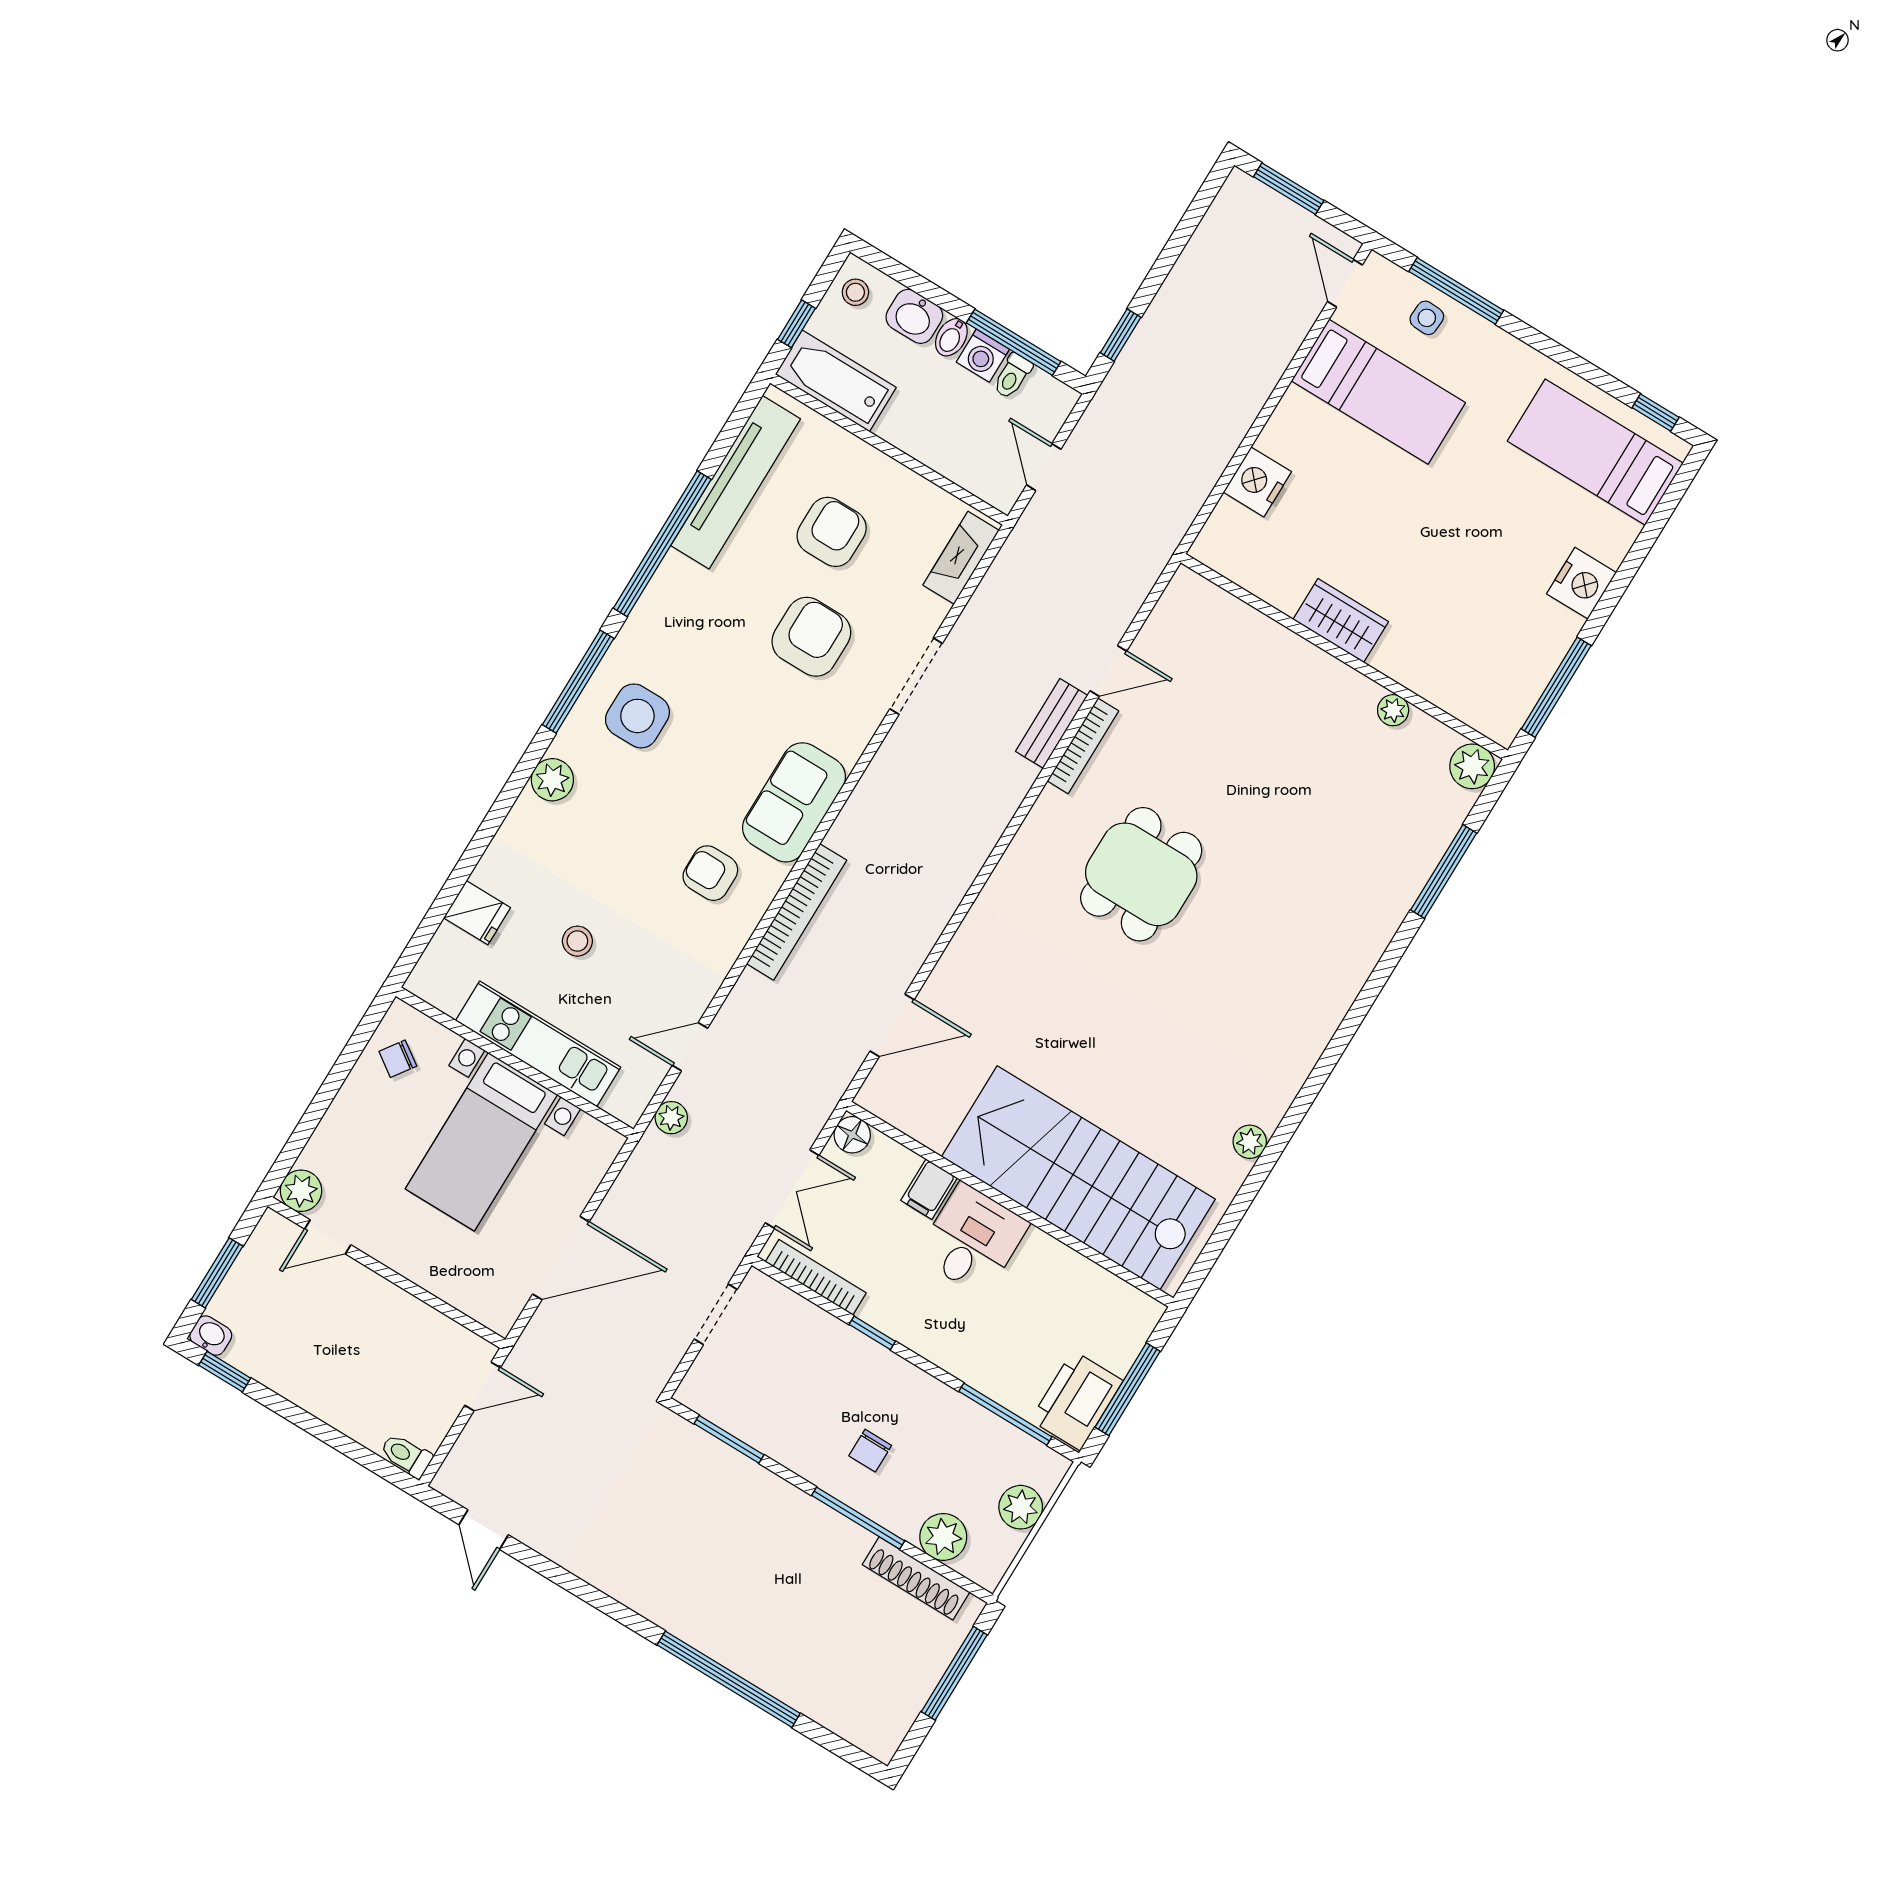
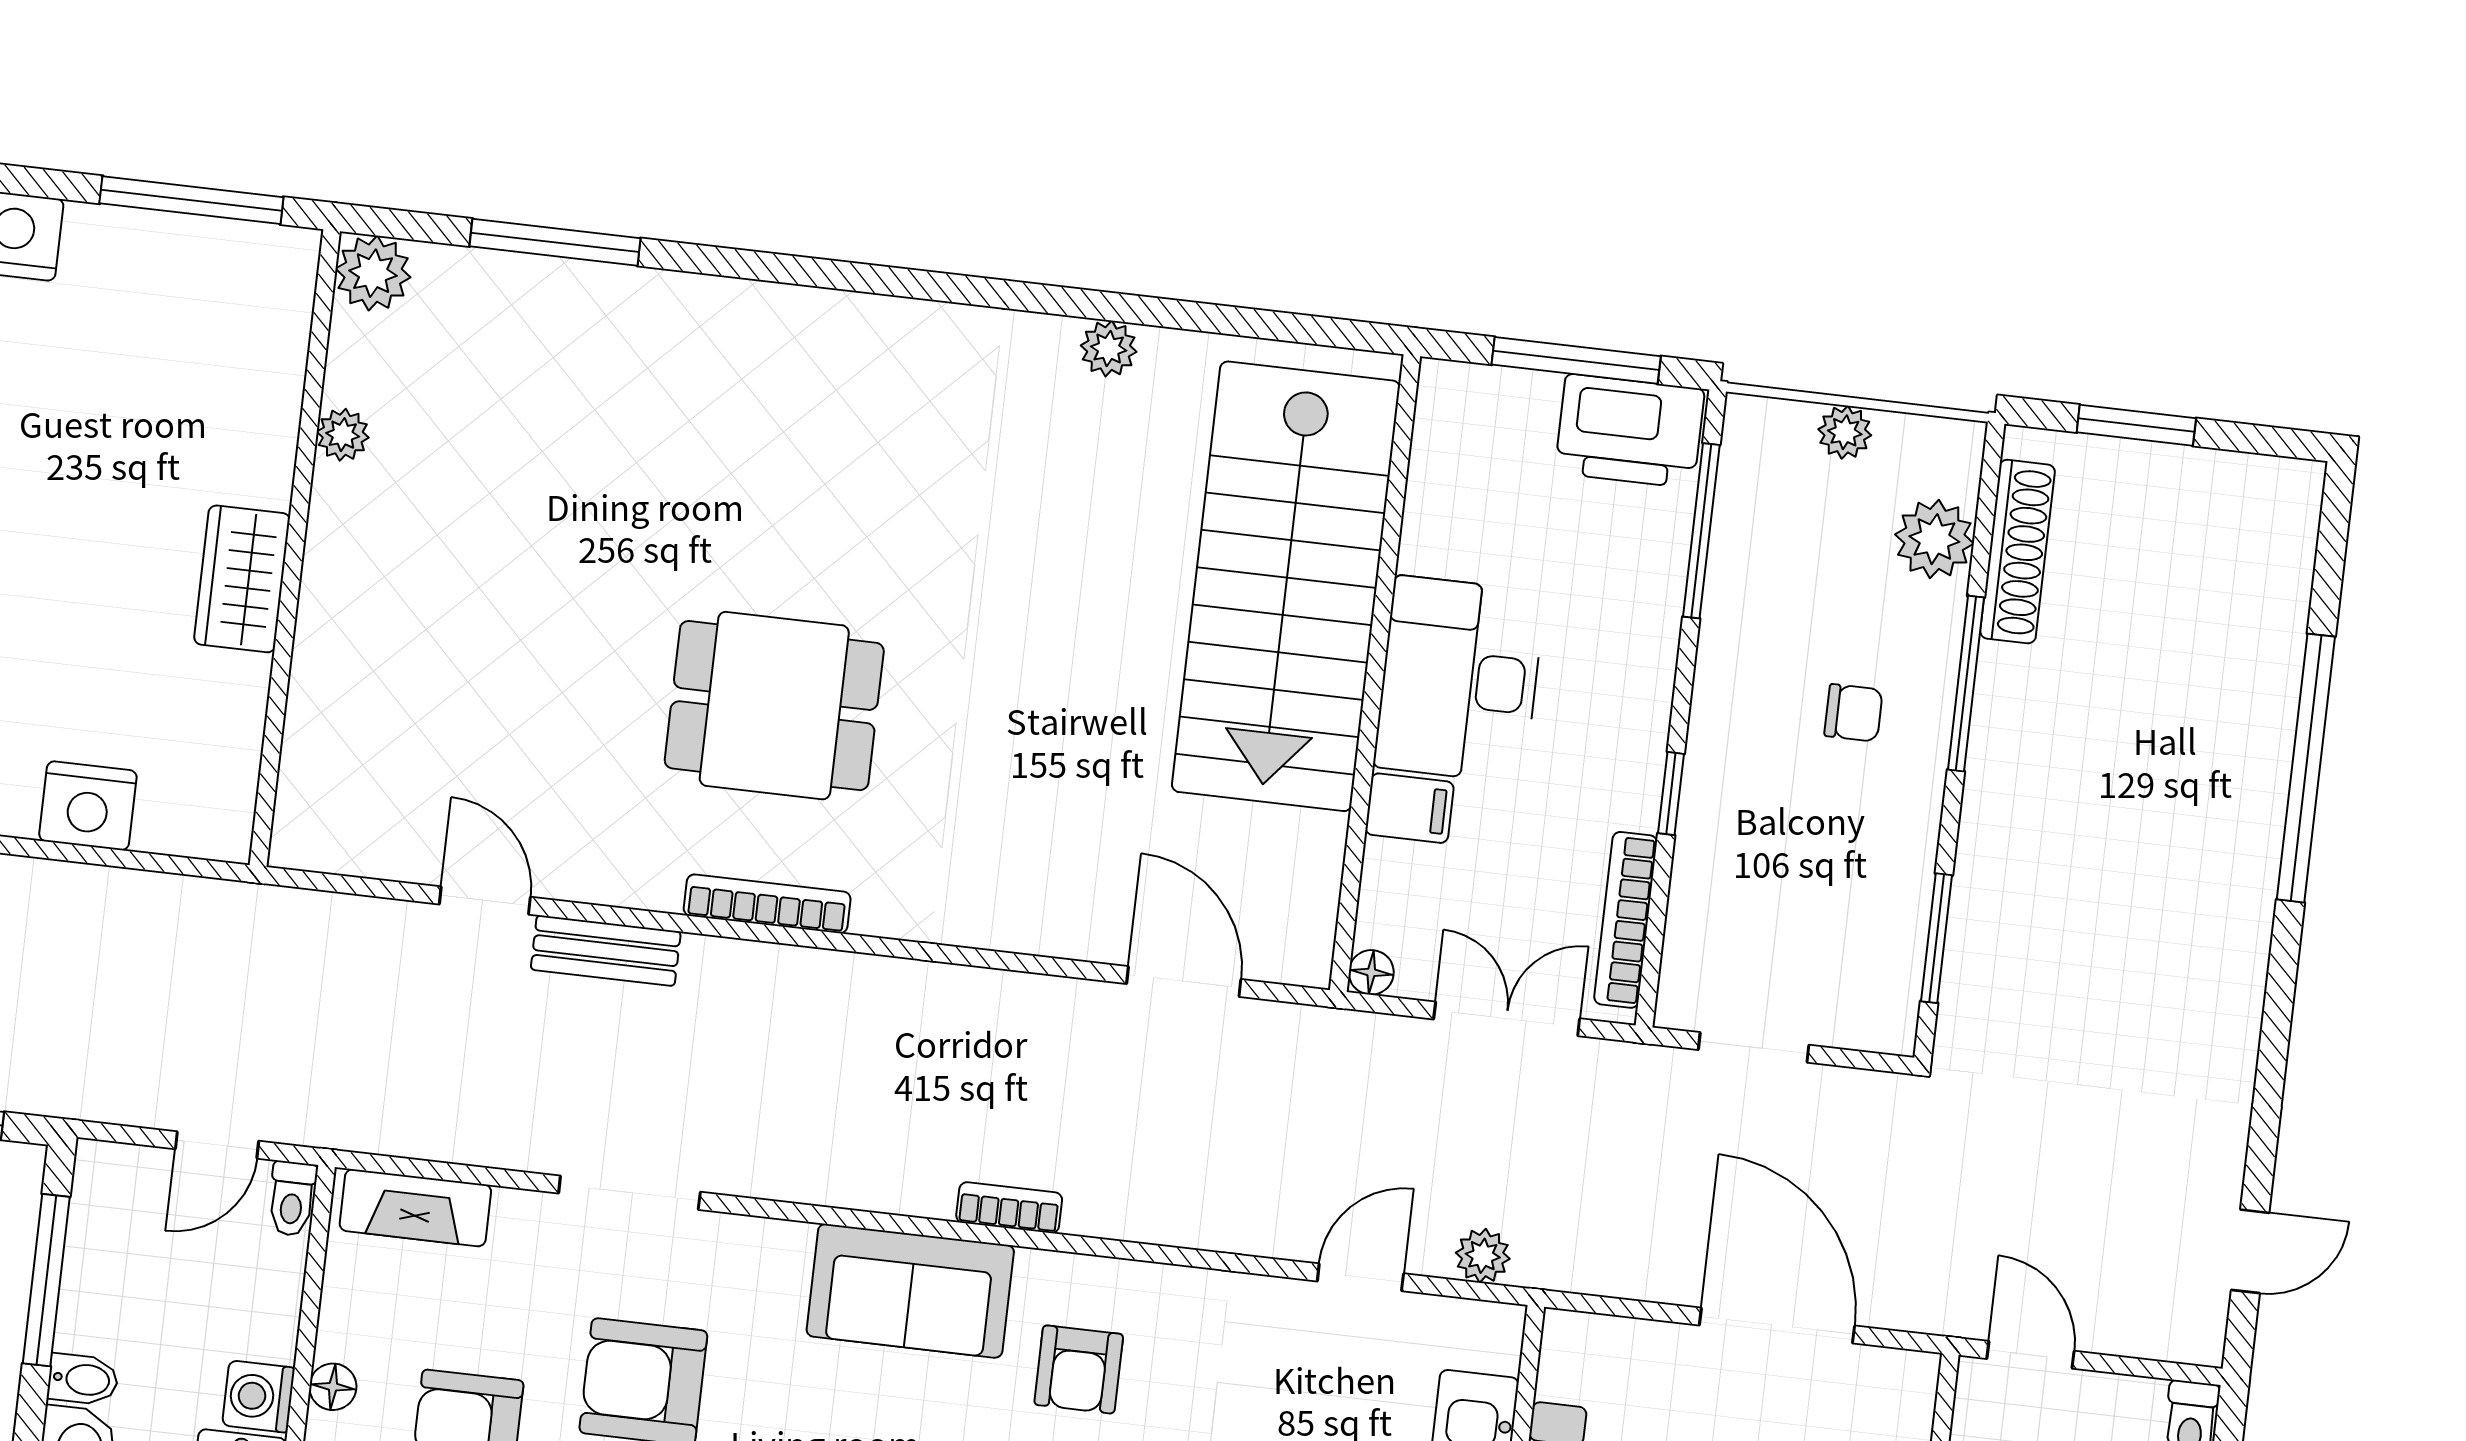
washing machine: (983, 356) -> (259, 1397), moved, turned 180
toilet: (1012, 376) -> (292, 1199), moved, turned 90
floor lamp: (886, 469) -> (333, 1387), added
bookcase: (1083, 746) -> (767, 904), moved
bookcase: (797, 912) -> (1009, 1208), width x0.43, depth x0.76
door: (690, 1047) -> (1360, 1277), swing flipped
floor lamp: (852, 1135) -> (1371, 972), width x0.73, depth x0.73
desk: (972, 1240) -> (1459, 679), width x1.37
plant: (1021, 1507) -> (1845, 432), width x0.73, depth x0.73
window: (954, 1673) -> (2136, 425), width x0.69

